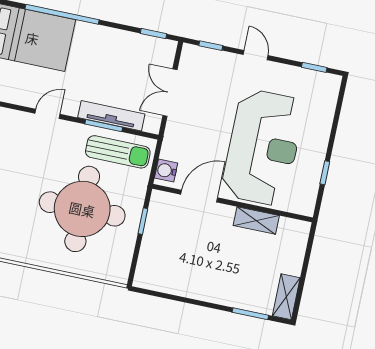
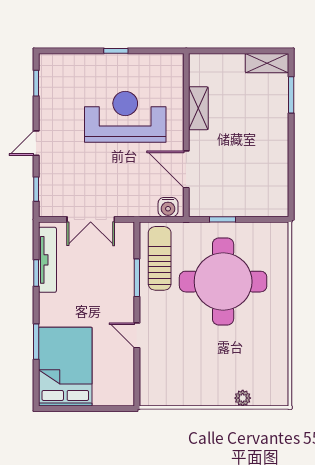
window: (62, 14) -> (36, 342), width x0.47
window: (153, 34) -> (36, 273), moved
tv unit: (111, 116) -> (47, 260), moved, turned 180
reception desk: (263, 147) -> (125, 117), width x0.74, depth x0.77
window: (325, 173) -> (116, 51), moved

